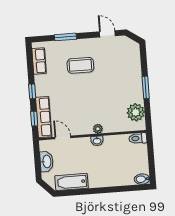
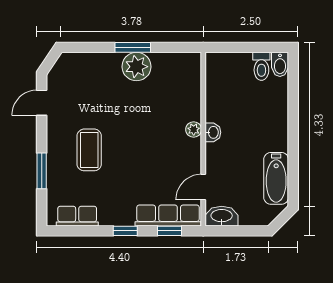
plant: (136, 112) -> (136, 67), moved
toilet: (138, 138) -> (261, 66), moved
washbasin: (47, 161) -> (222, 216), moved

